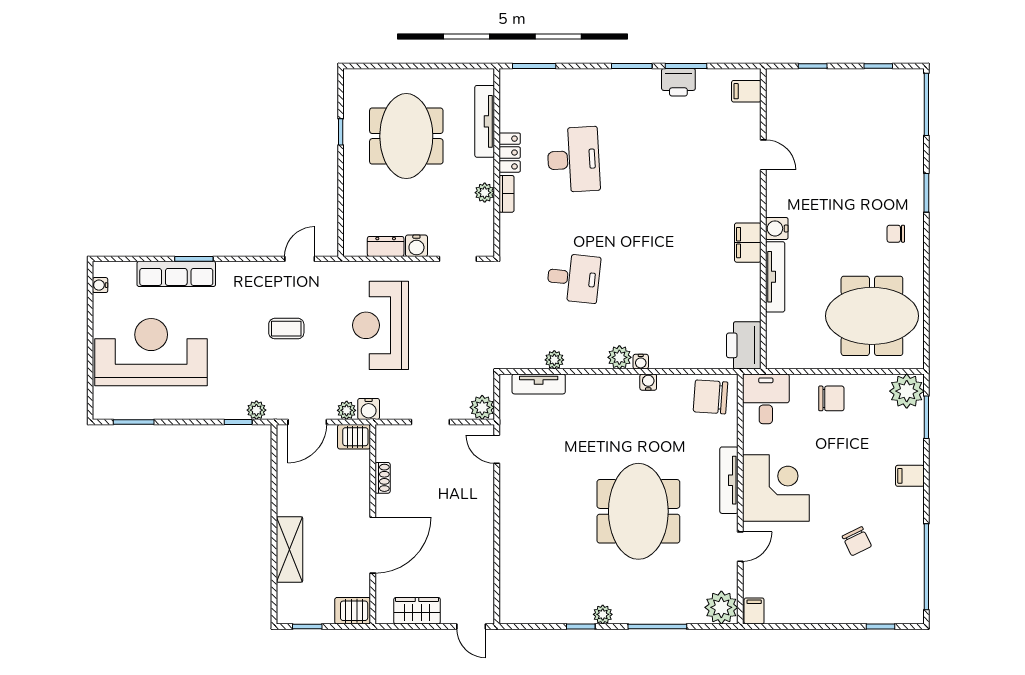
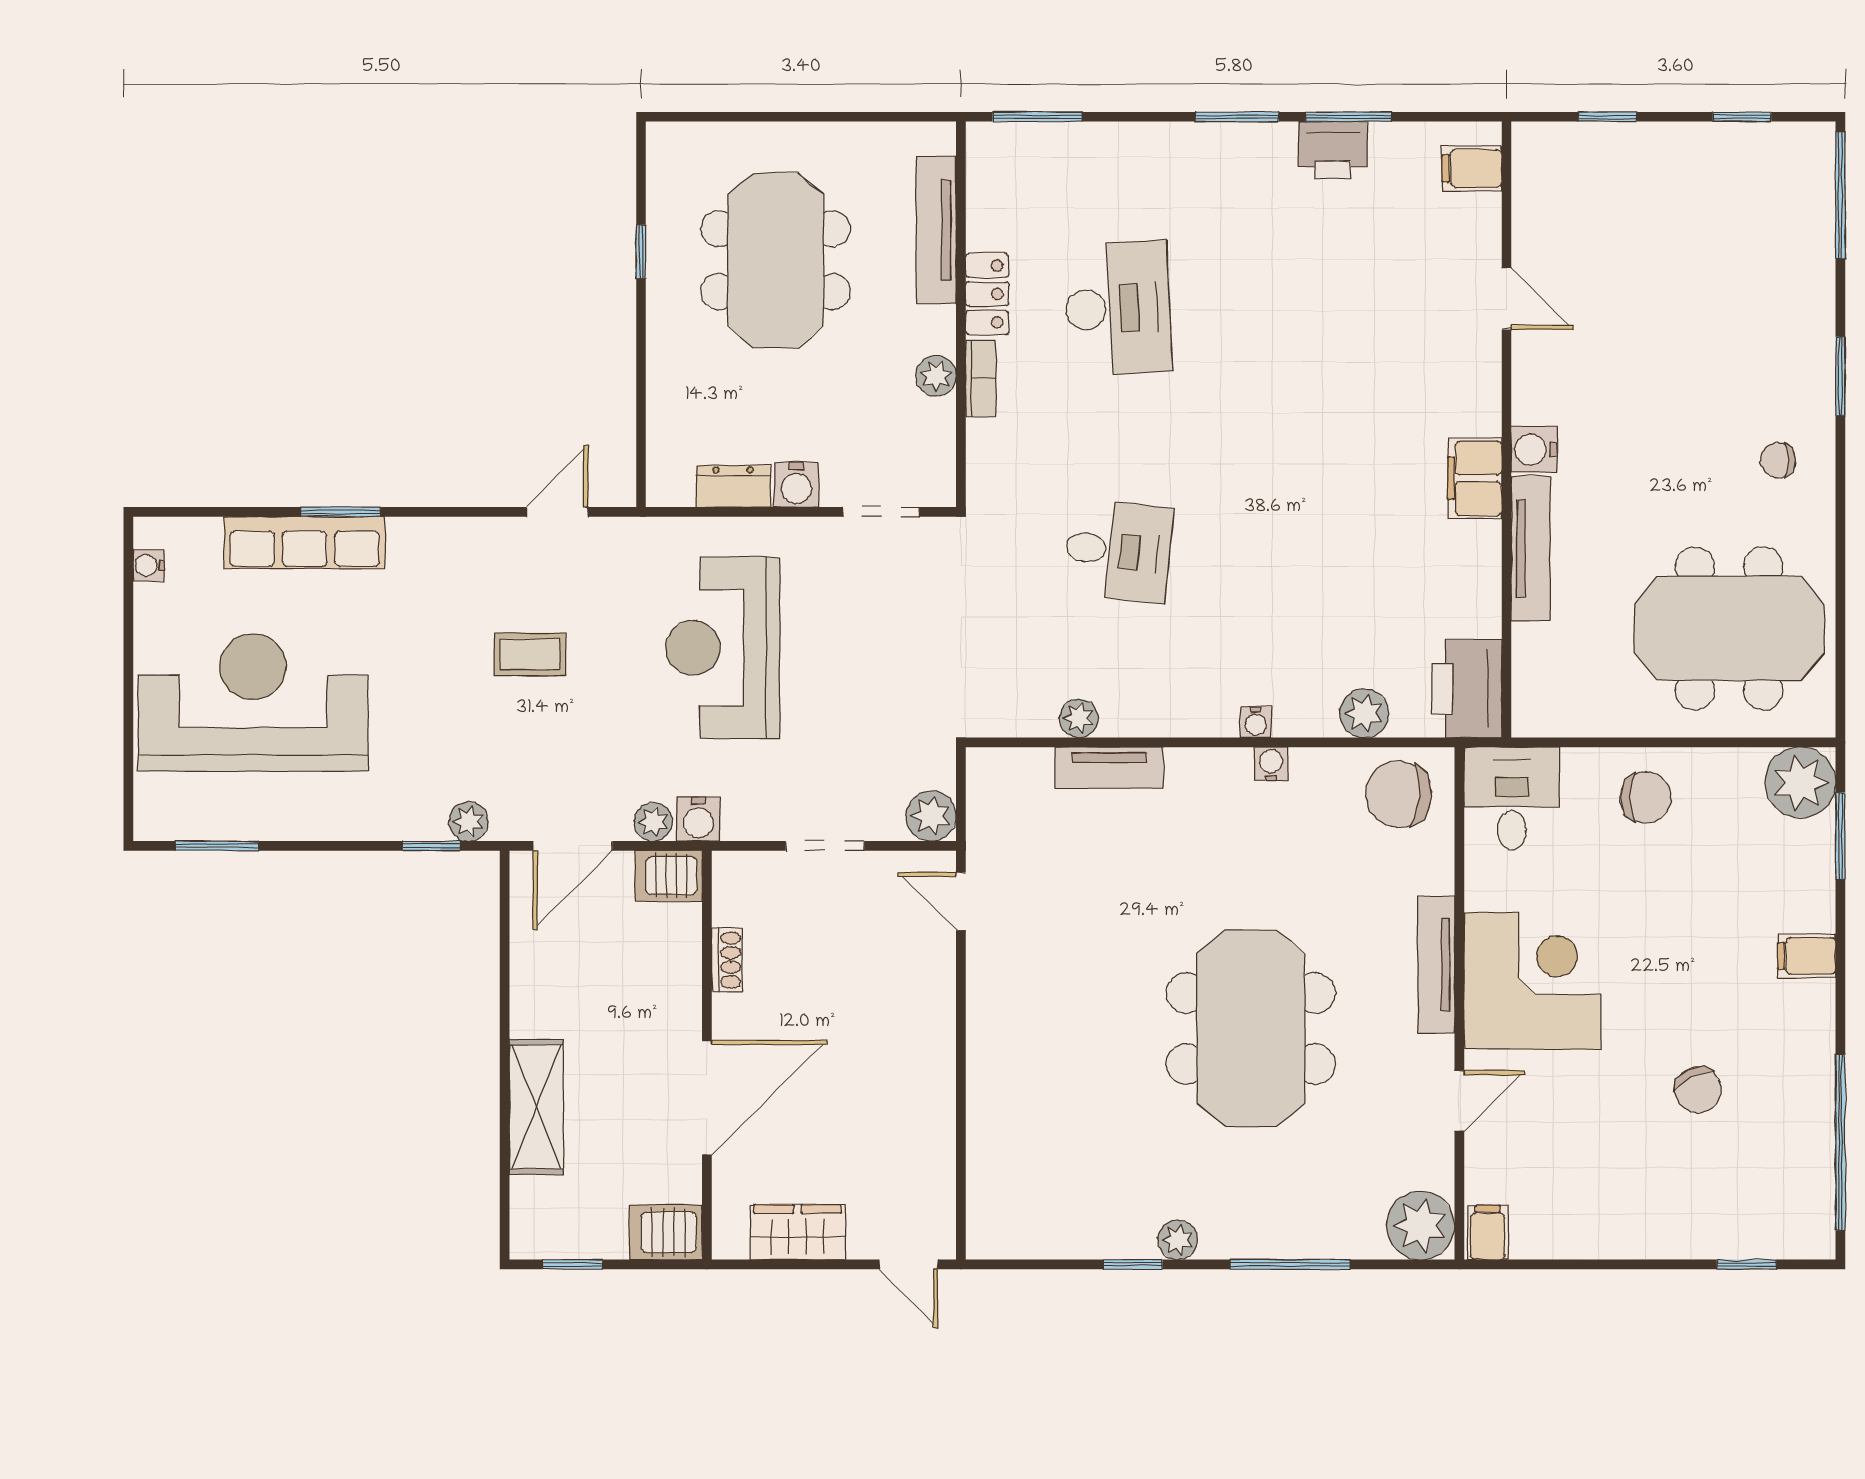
plant: (619, 357) -> (1364, 713), moved
tv unit: (539, 384) -> (1109, 768), moved

